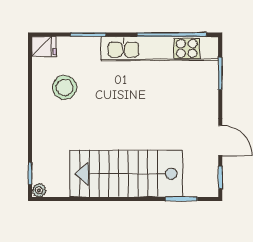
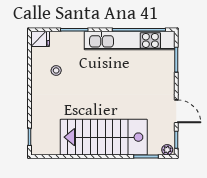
stool: (65, 87) -> (56, 70), width x0.53, depth x0.53
plant: (39, 190) -> (167, 150), moved

